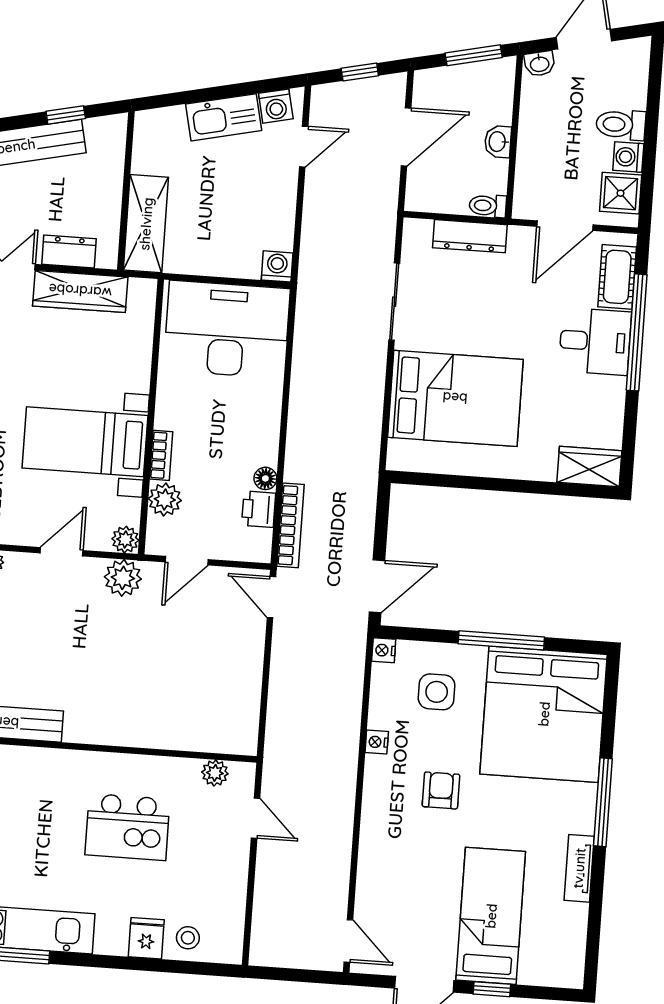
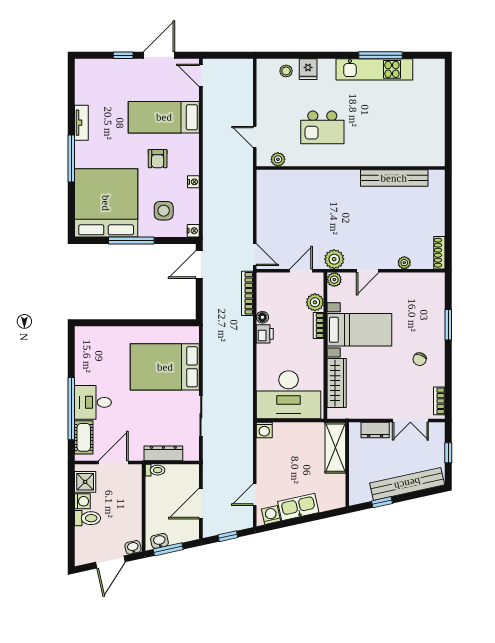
washbasin: (498, 142) -> (159, 541), moved, turned -102
wardrobe: (80, 291) -> (337, 383), moved, turned 90
wardrobe: (589, 467) -> (91, 336), removed
printer: (259, 509) -> (265, 334), moved
kitchen island: (127, 827) -> (322, 127), turned 180
bed: (491, 916) -> (164, 117), moved, turned 90

